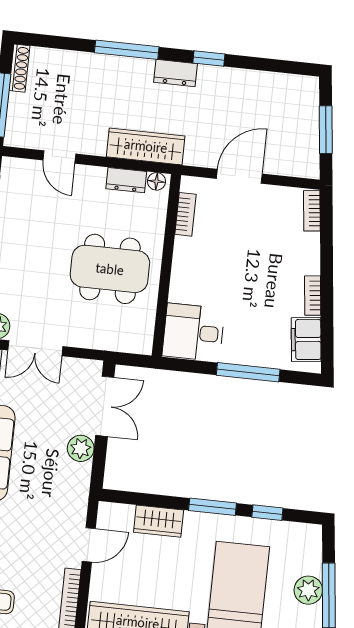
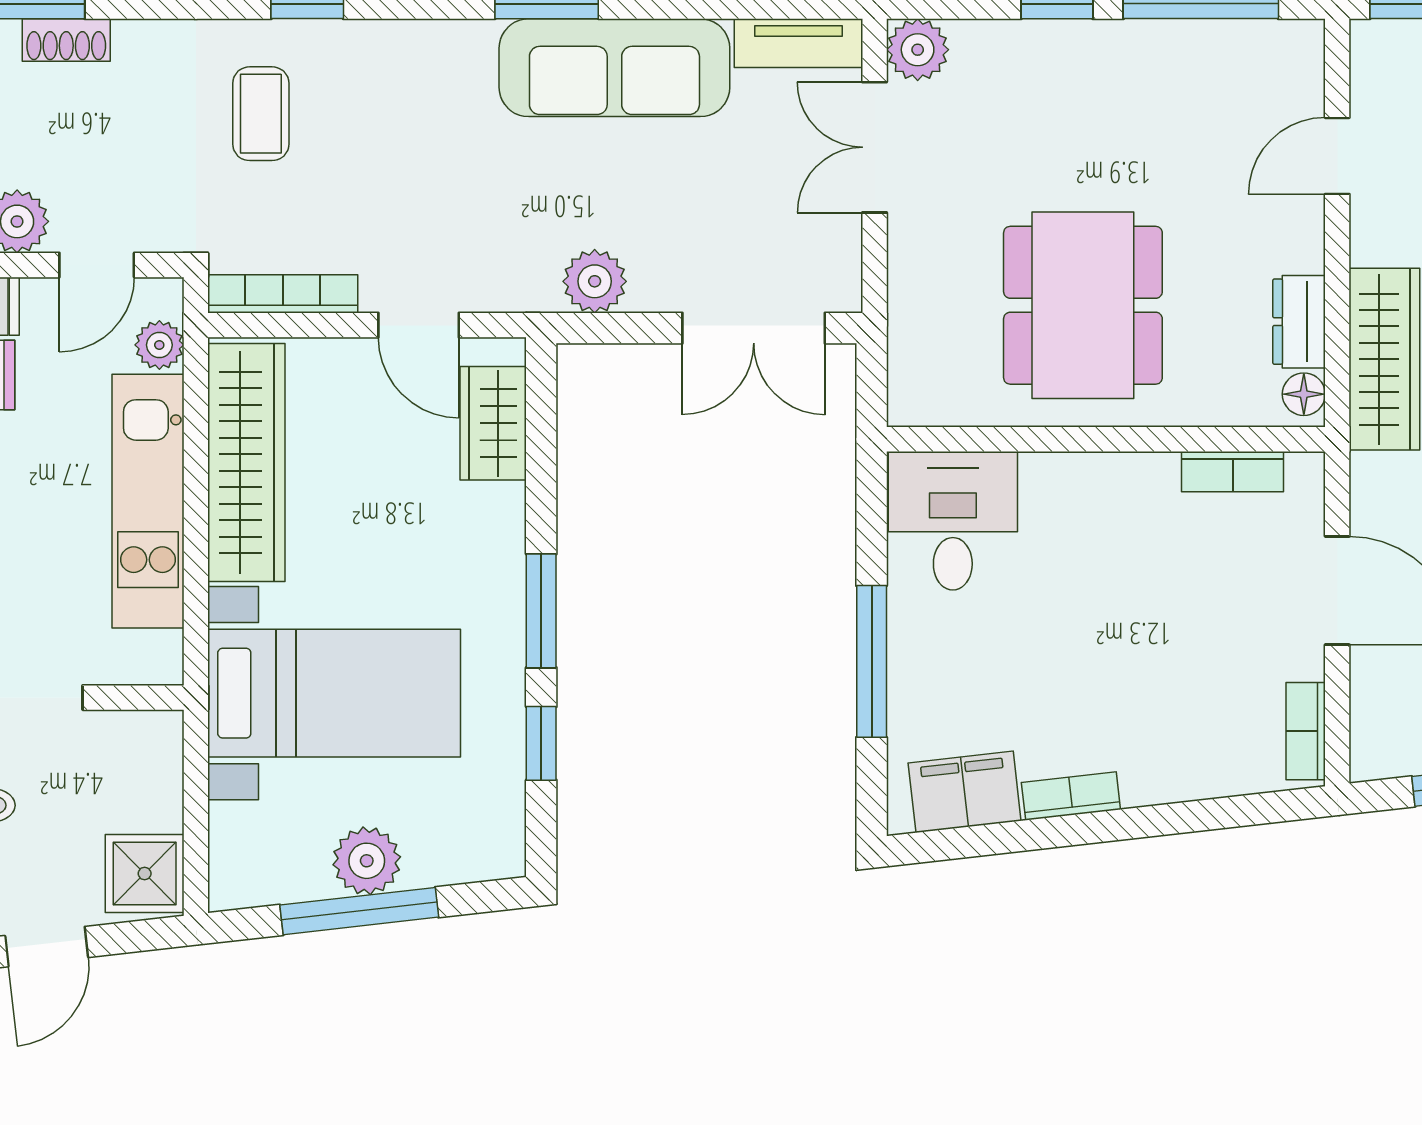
bookcase: (312, 211) -> (1306, 731), moved, turned -84
plant: (81, 448) -> (595, 281), moved
wardrobe: (159, 521) -> (493, 423), moved

